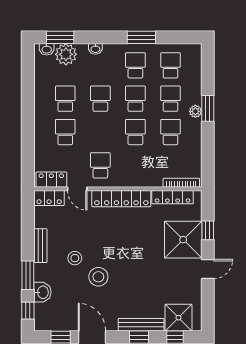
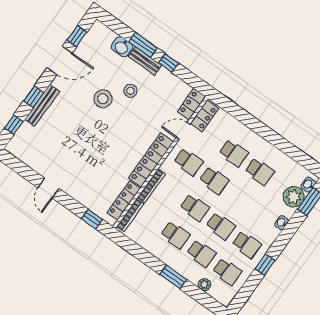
window: (141, 37) -> (265, 265), width x0.67
school desk: (100, 99) -> (214, 180), moved
plant: (195, 111) -> (204, 285), moved
bookcase: (143, 182) -> (151, 186), added
window: (208, 230) -> (92, 219), moved
shower: (183, 240) -> (85, 185), removed
bench: (40, 246) -> (145, 61), moved
window: (28, 311) -> (168, 63), moved
shower: (179, 318) -> (27, 138), removed

